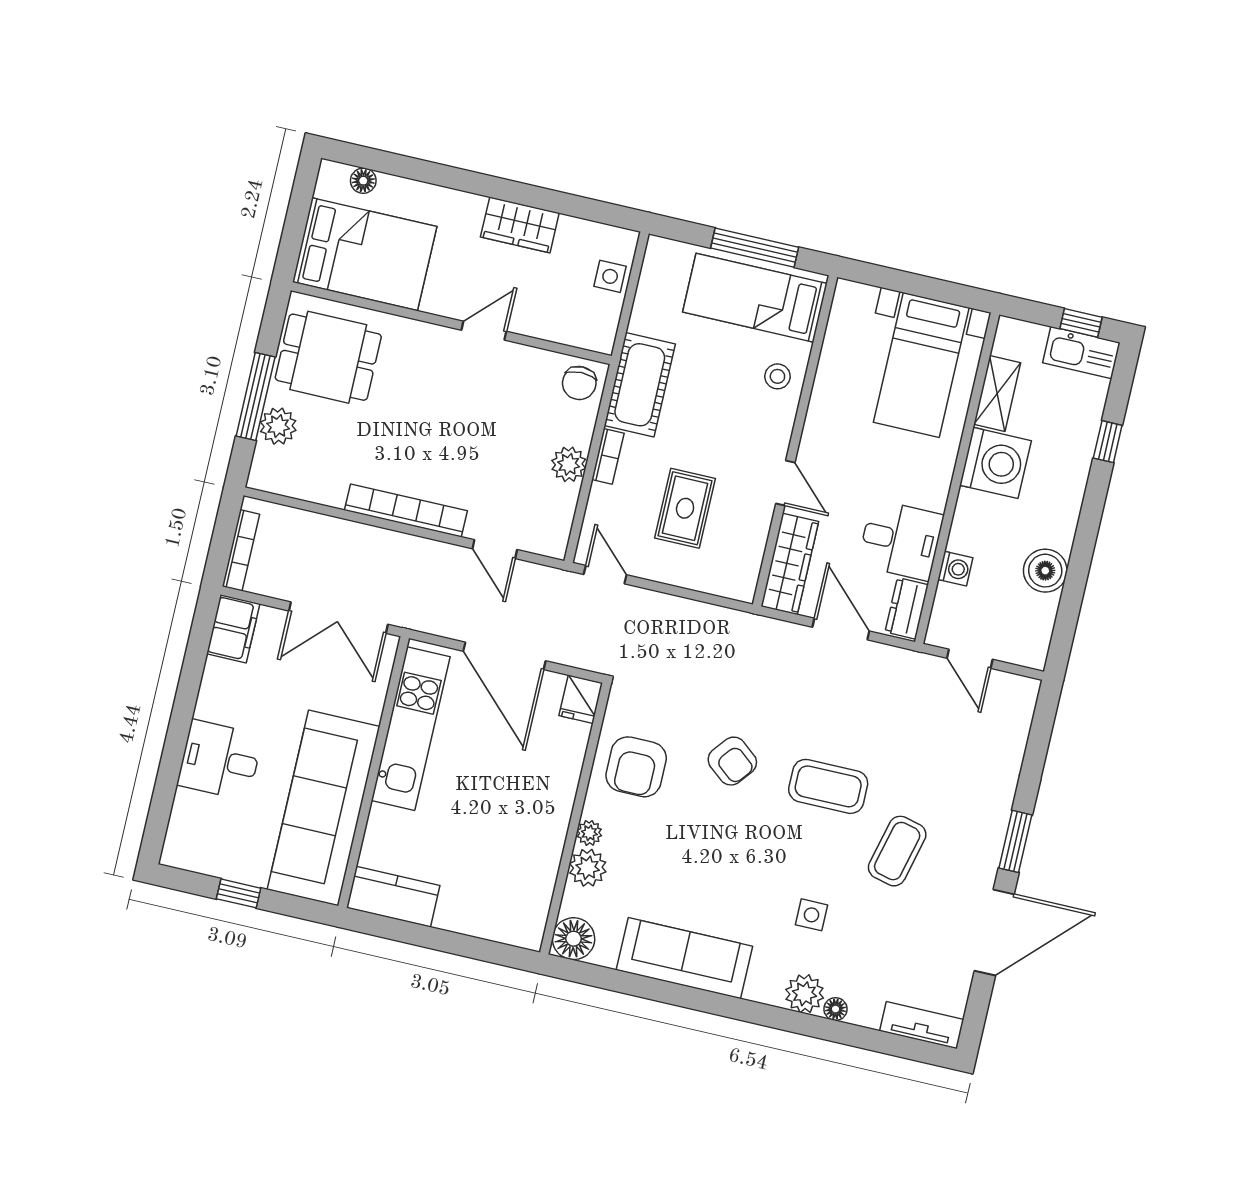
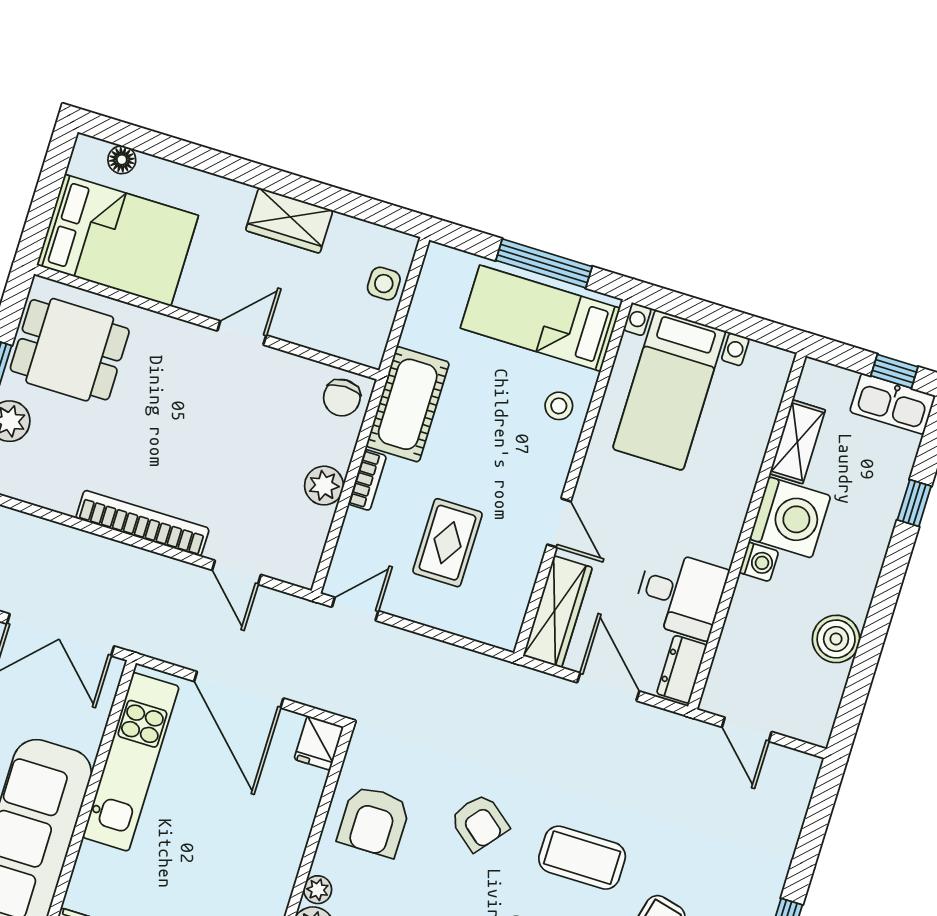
bed with nightstands: (921, 365) -> (669, 390), moved
washing machine: (955, 569) -> (759, 562), moved
door: (605, 575) -> (355, 609), hinge flipped

